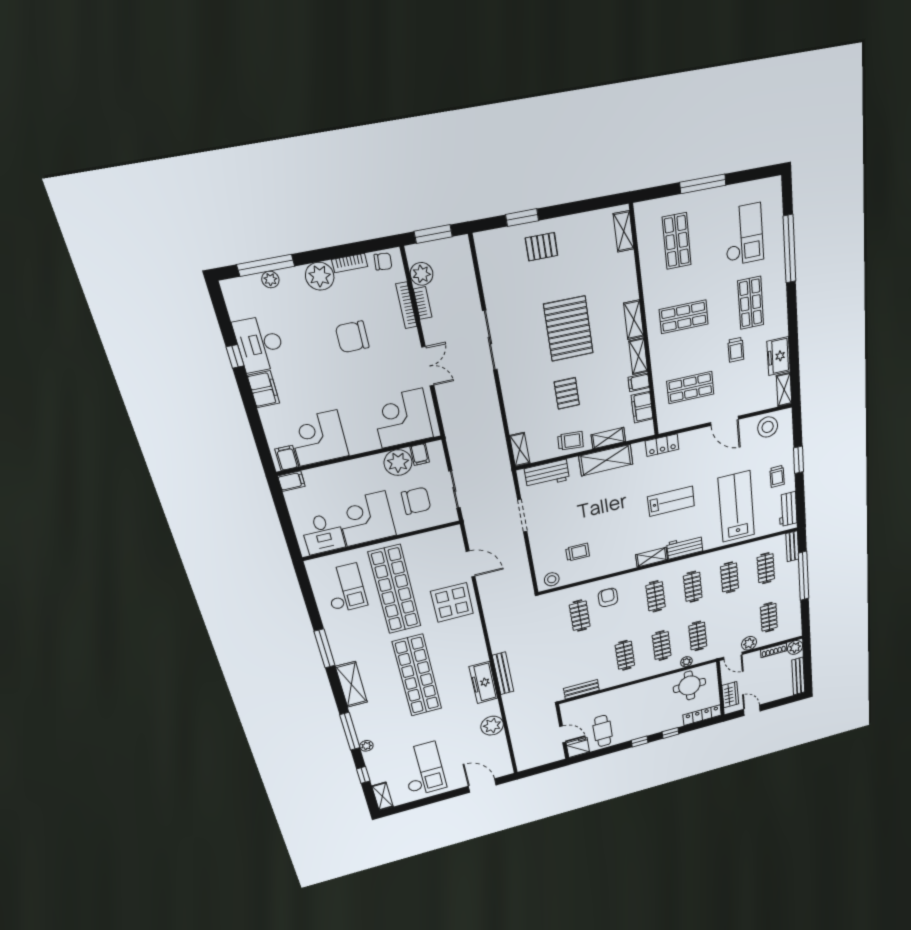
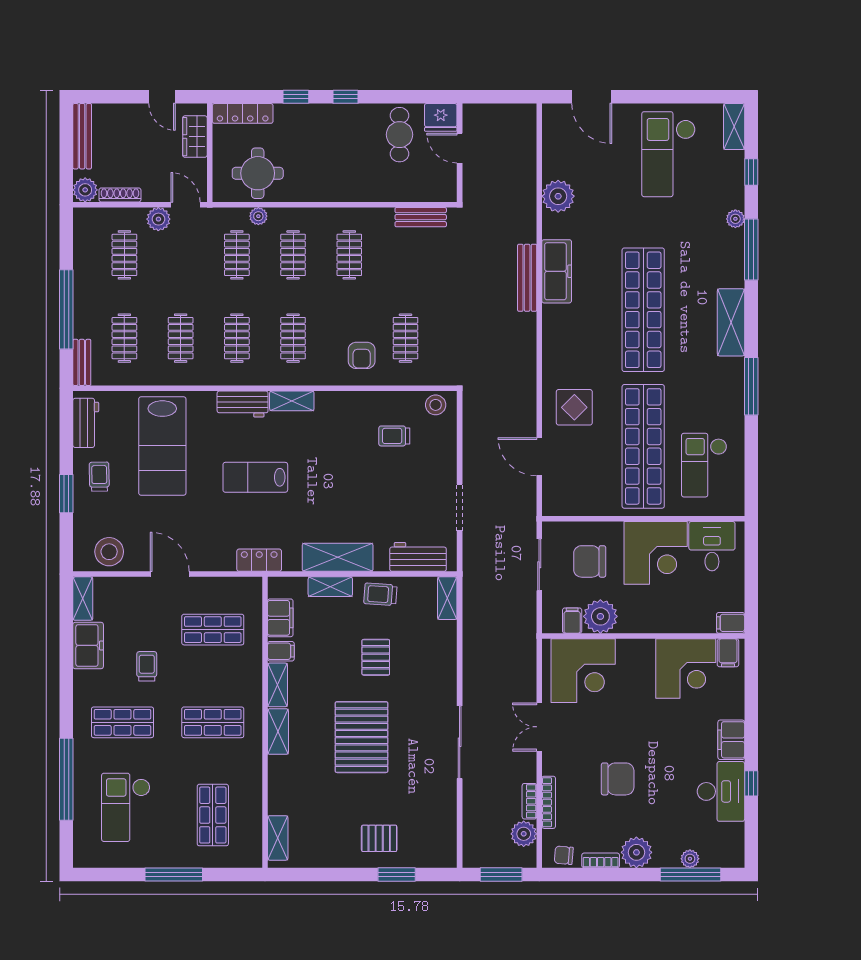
shop shelf: (751, 303) -> (122, 722), turned 90
display table: (452, 602) -> (574, 407), width x0.73, depth x0.73

